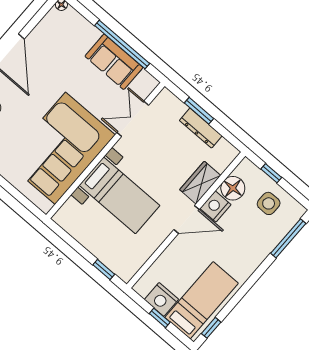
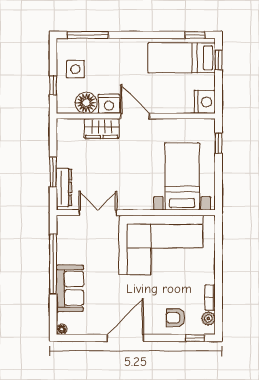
sofa: (114, 62) -> (70, 288), moved
double door: (133, 119) -> (98, 213), swing flipped
dresser: (201, 128) -> (64, 187), moved
bed with nightstands: (119, 195) -> (182, 176), moved
nightstand: (161, 299) -> (205, 102), moved
window: (160, 318) -> (218, 60), moved

